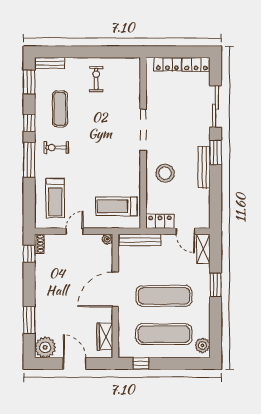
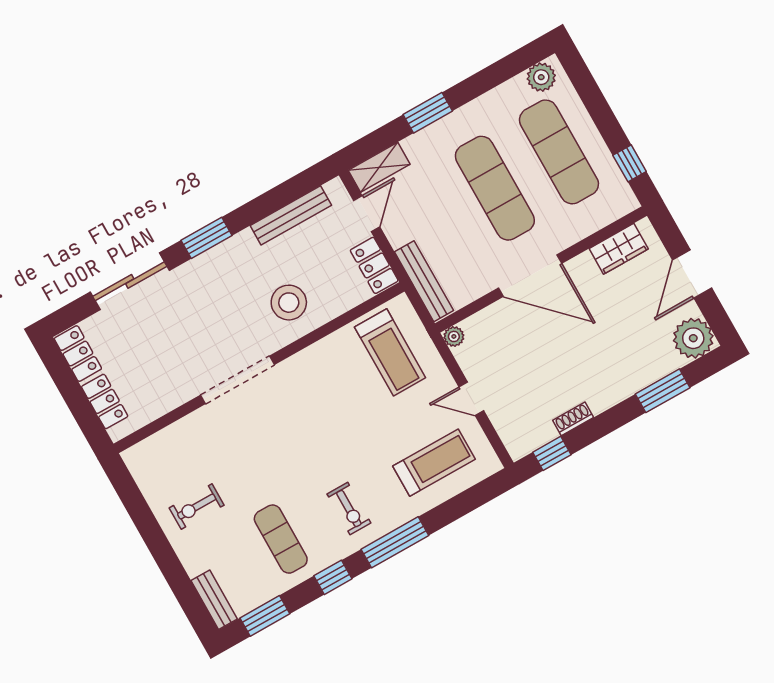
exercise mat: (60, 109) -> (281, 539), turned 90
bench: (204, 167) -> (291, 215), moved
shoe rack: (39, 244) -> (573, 419), moved

